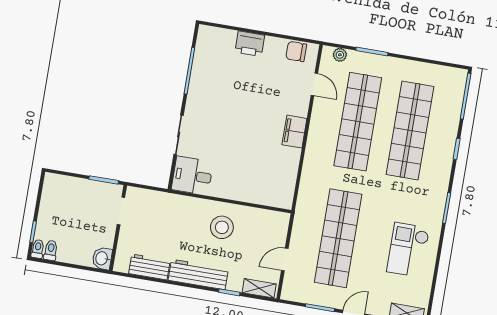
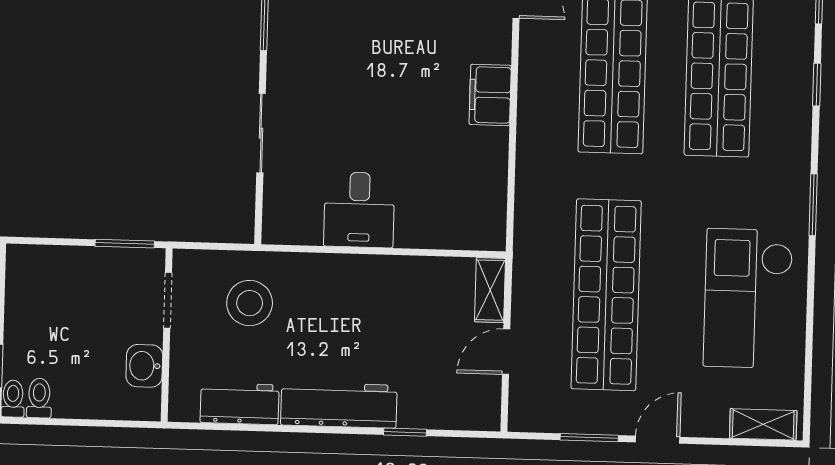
desk: (192, 176) -> (359, 210), moved, turned -90
stool: (222, 227) -> (250, 303), moved
checkout: (408, 250) -> (748, 298), width x1.36, depth x1.21
washbasin: (102, 258) -> (144, 366), moved
shelving: (259, 288) -> (490, 290), moved, turned 90

